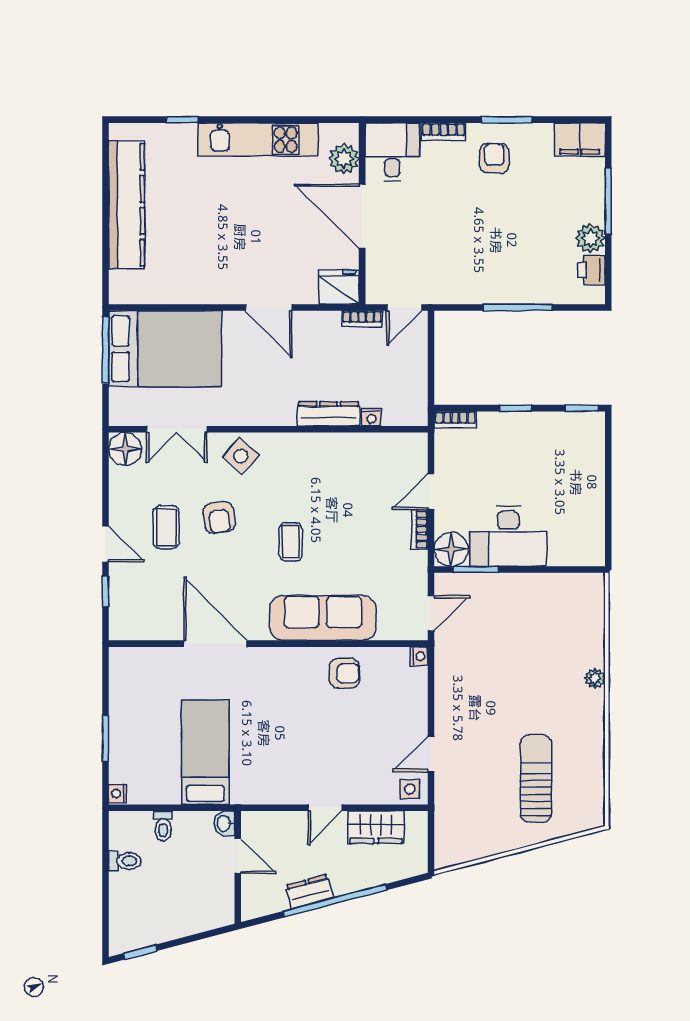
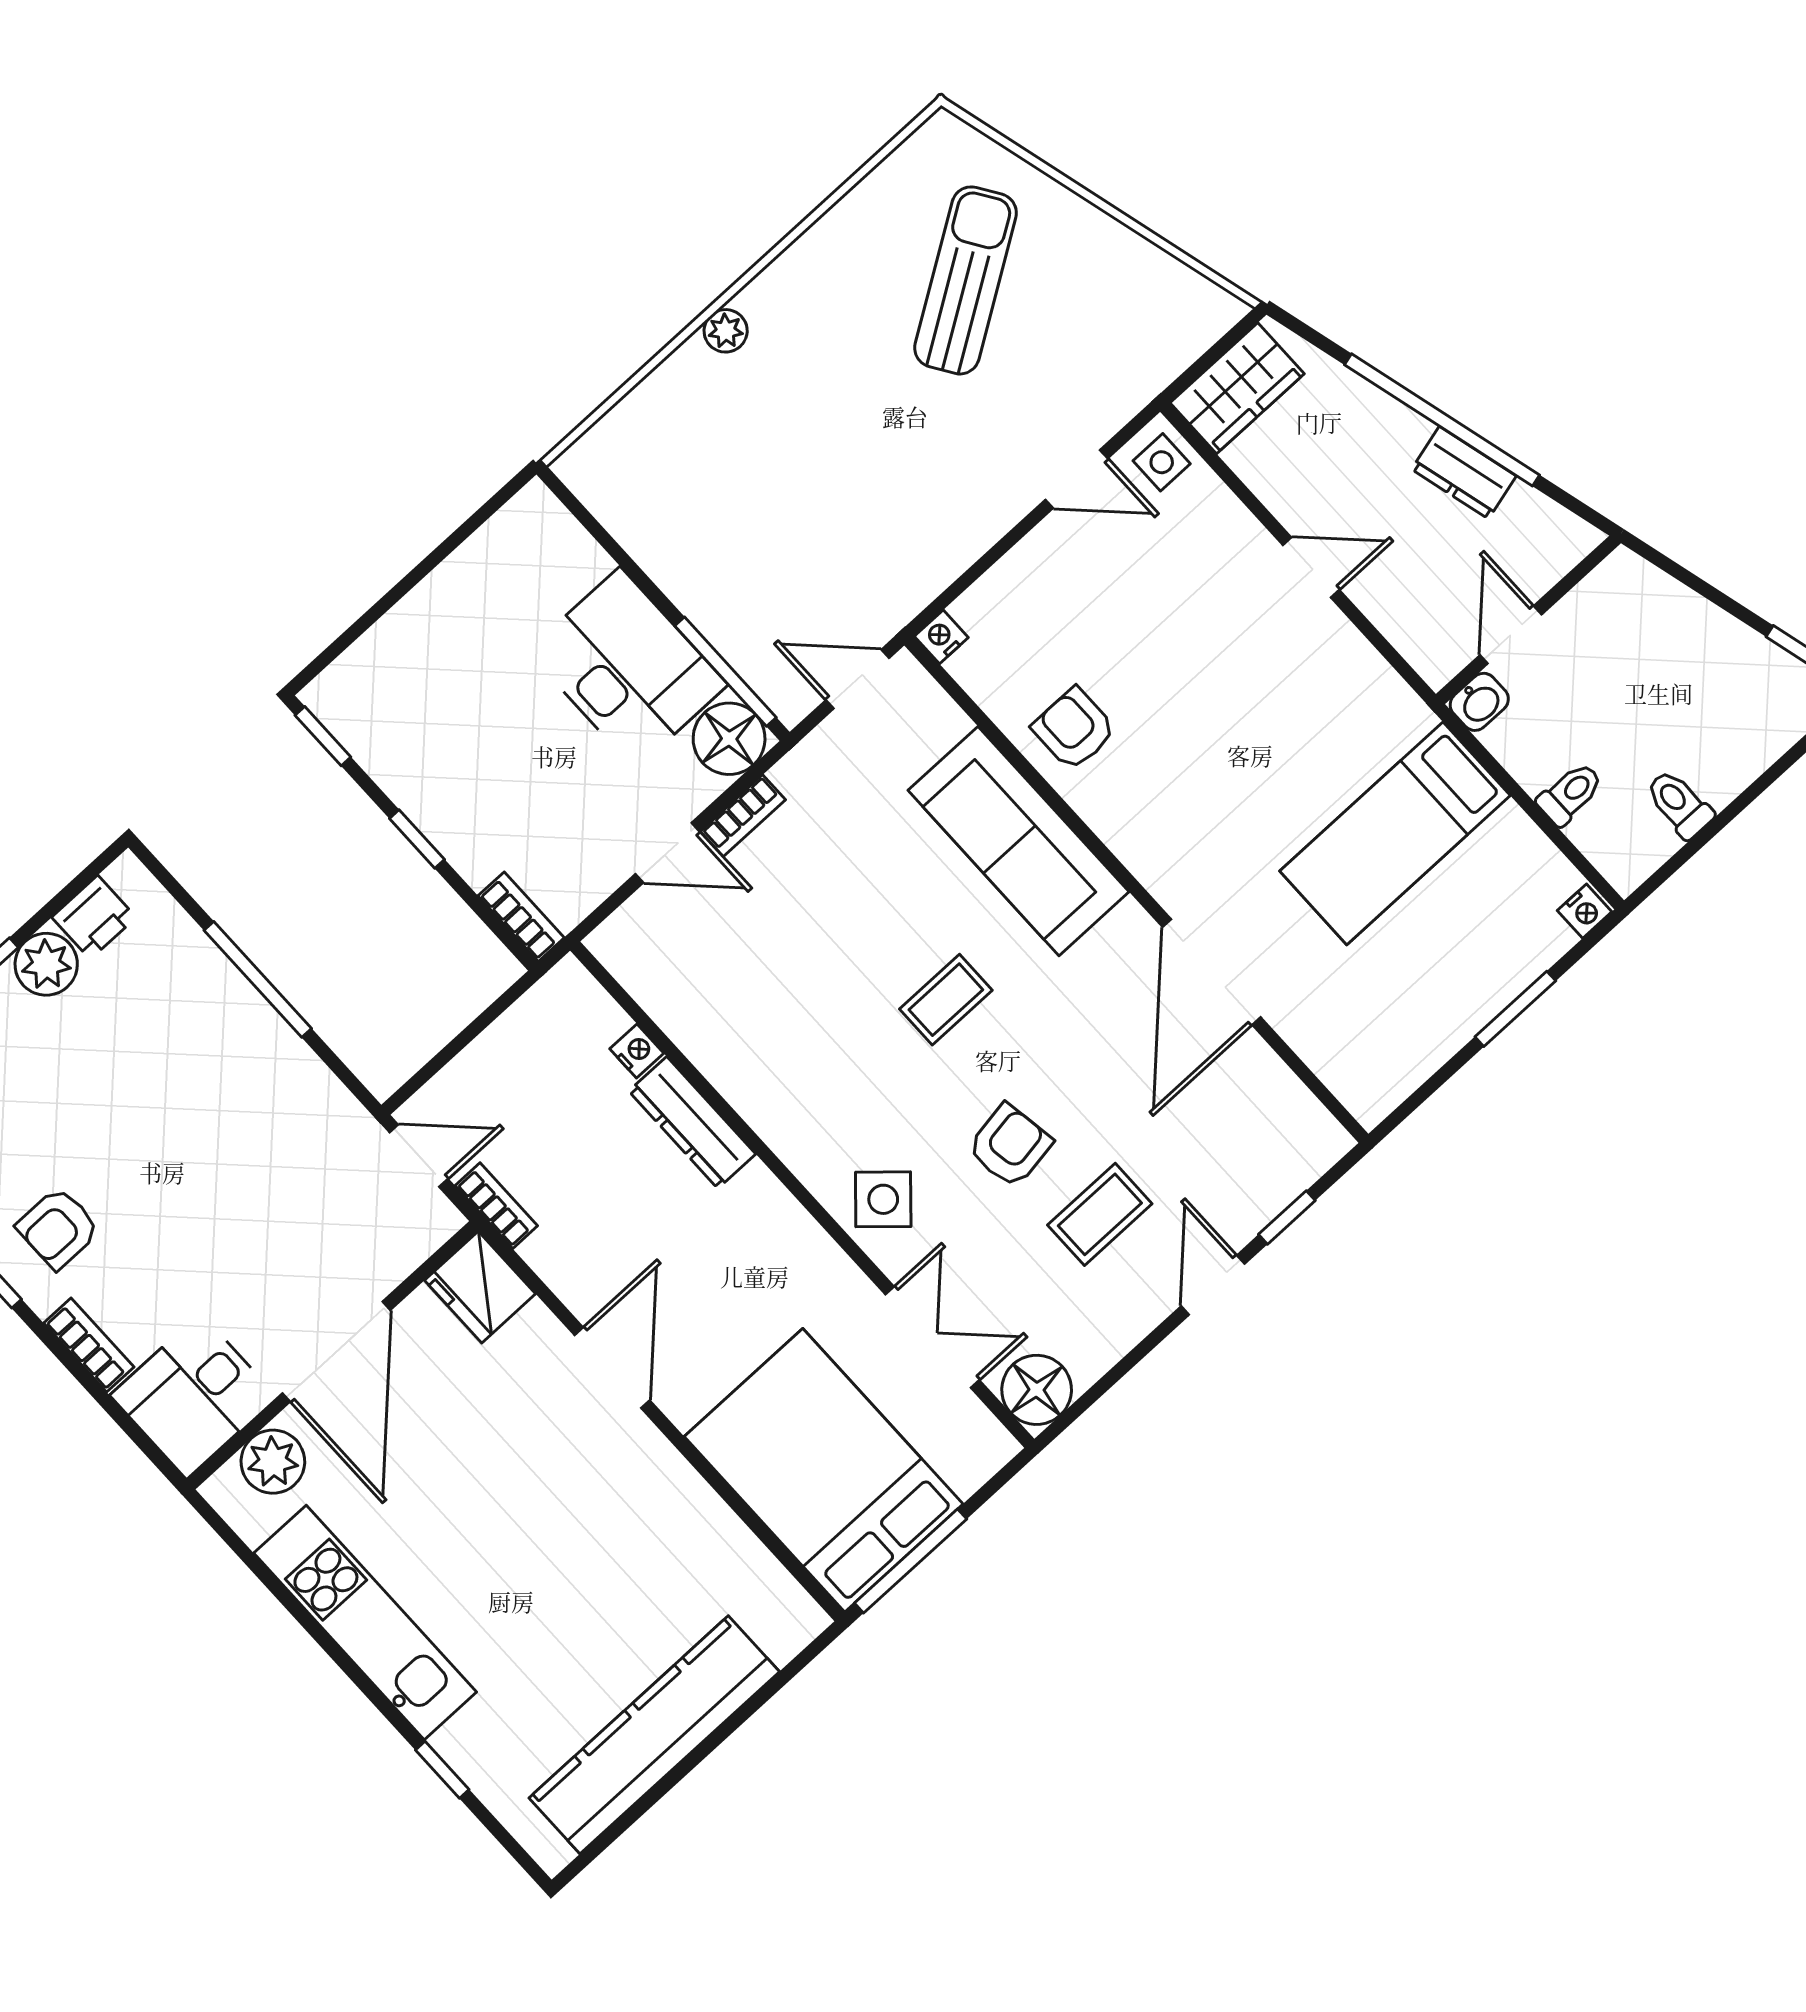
window: (476, 570) -> (726, 672), width x1.44
sun lounger: (536, 779) -> (966, 280), turned 147
wardrobe: (376, 827) -> (1237, 388), moved, turned 90

